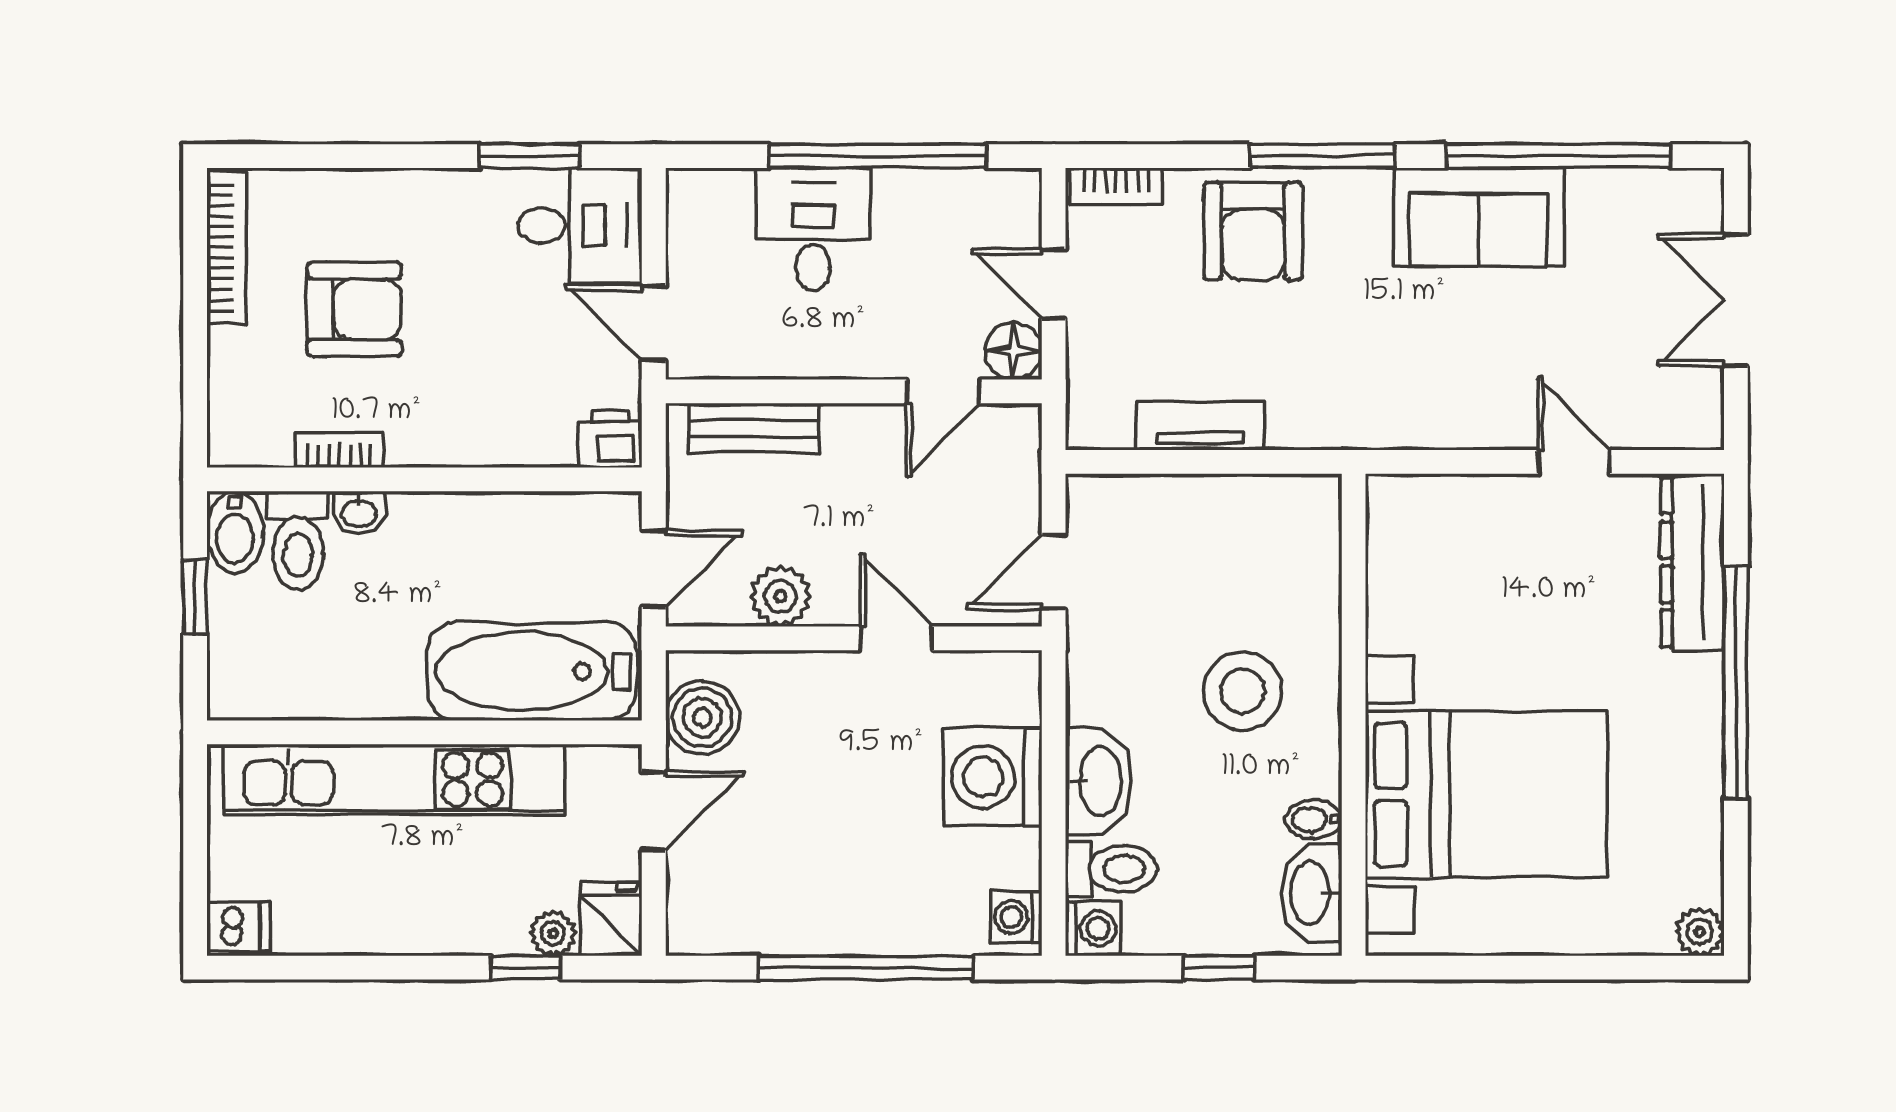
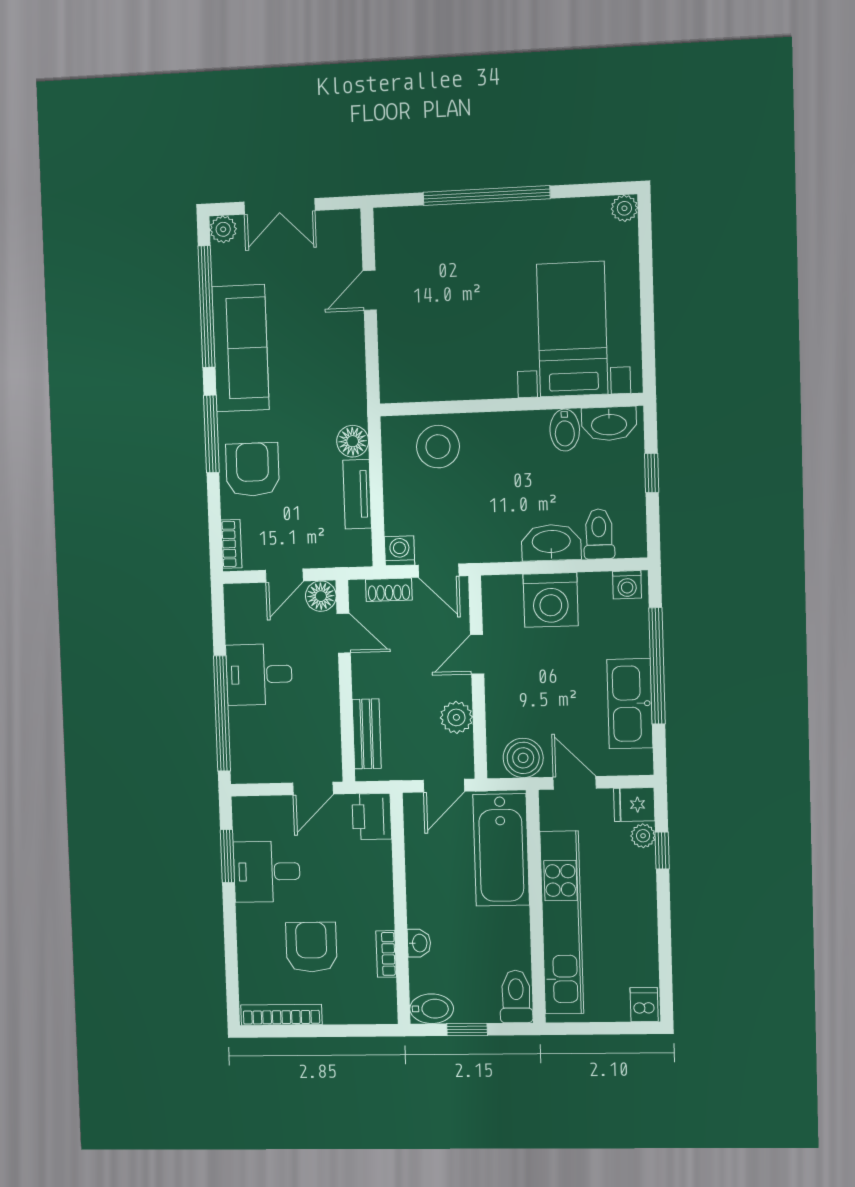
window: (878, 156) -> (222, 713), moved
plant: (1699, 193) -> (223, 229), added
sofa: (1479, 217) -> (241, 348), width x1.36
desk: (580, 225) -> (267, 872), moved, turned -90
desk: (813, 229) -> (259, 674), moved
armchair: (1253, 231) -> (253, 470), turned -90
floor lamp: (1298, 421) -> (353, 441), added
printer: (610, 439) -> (372, 817), width x1.36, depth x1.24
shoe rack: (1021, 479) -> (389, 590), added
toilet: (298, 541) -> (516, 997), moved, turned -90
dresser: (1692, 562) -> (422, 223), removed
door: (654, 569) -> (444, 786), swing flipped
stool: (1243, 691) -> (438, 447), moved
bed with nightstands: (1486, 794) -> (572, 329), width x0.73
bidet: (1313, 819) -> (565, 430), width x1.38, depth x1.36
kitchen sink: (798, 916) -> (630, 704), added
washing machine: (1093, 929) -> (400, 551), moved

